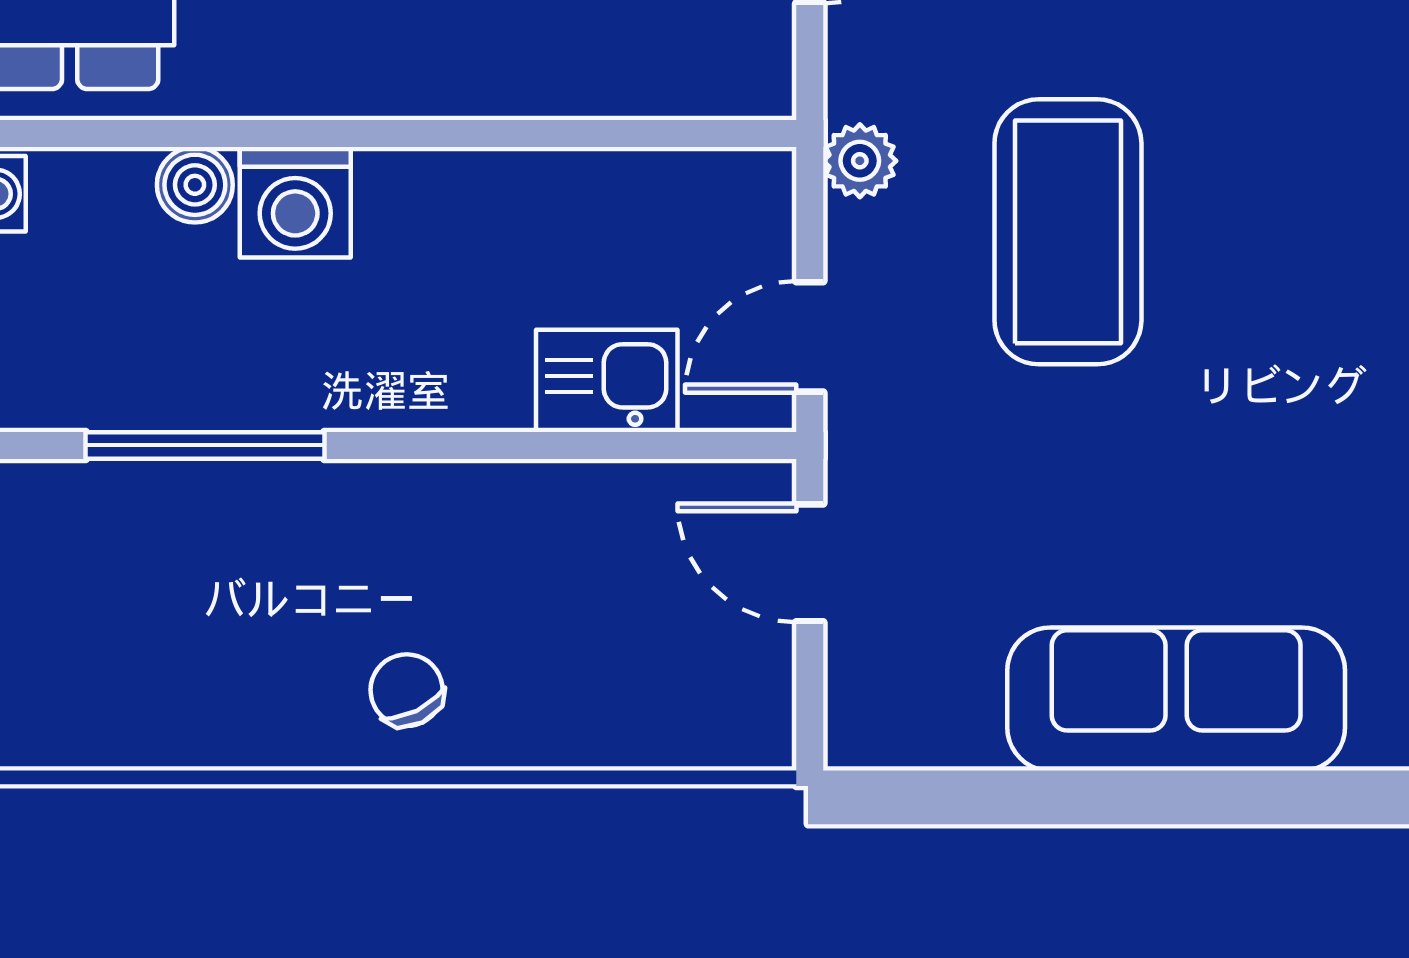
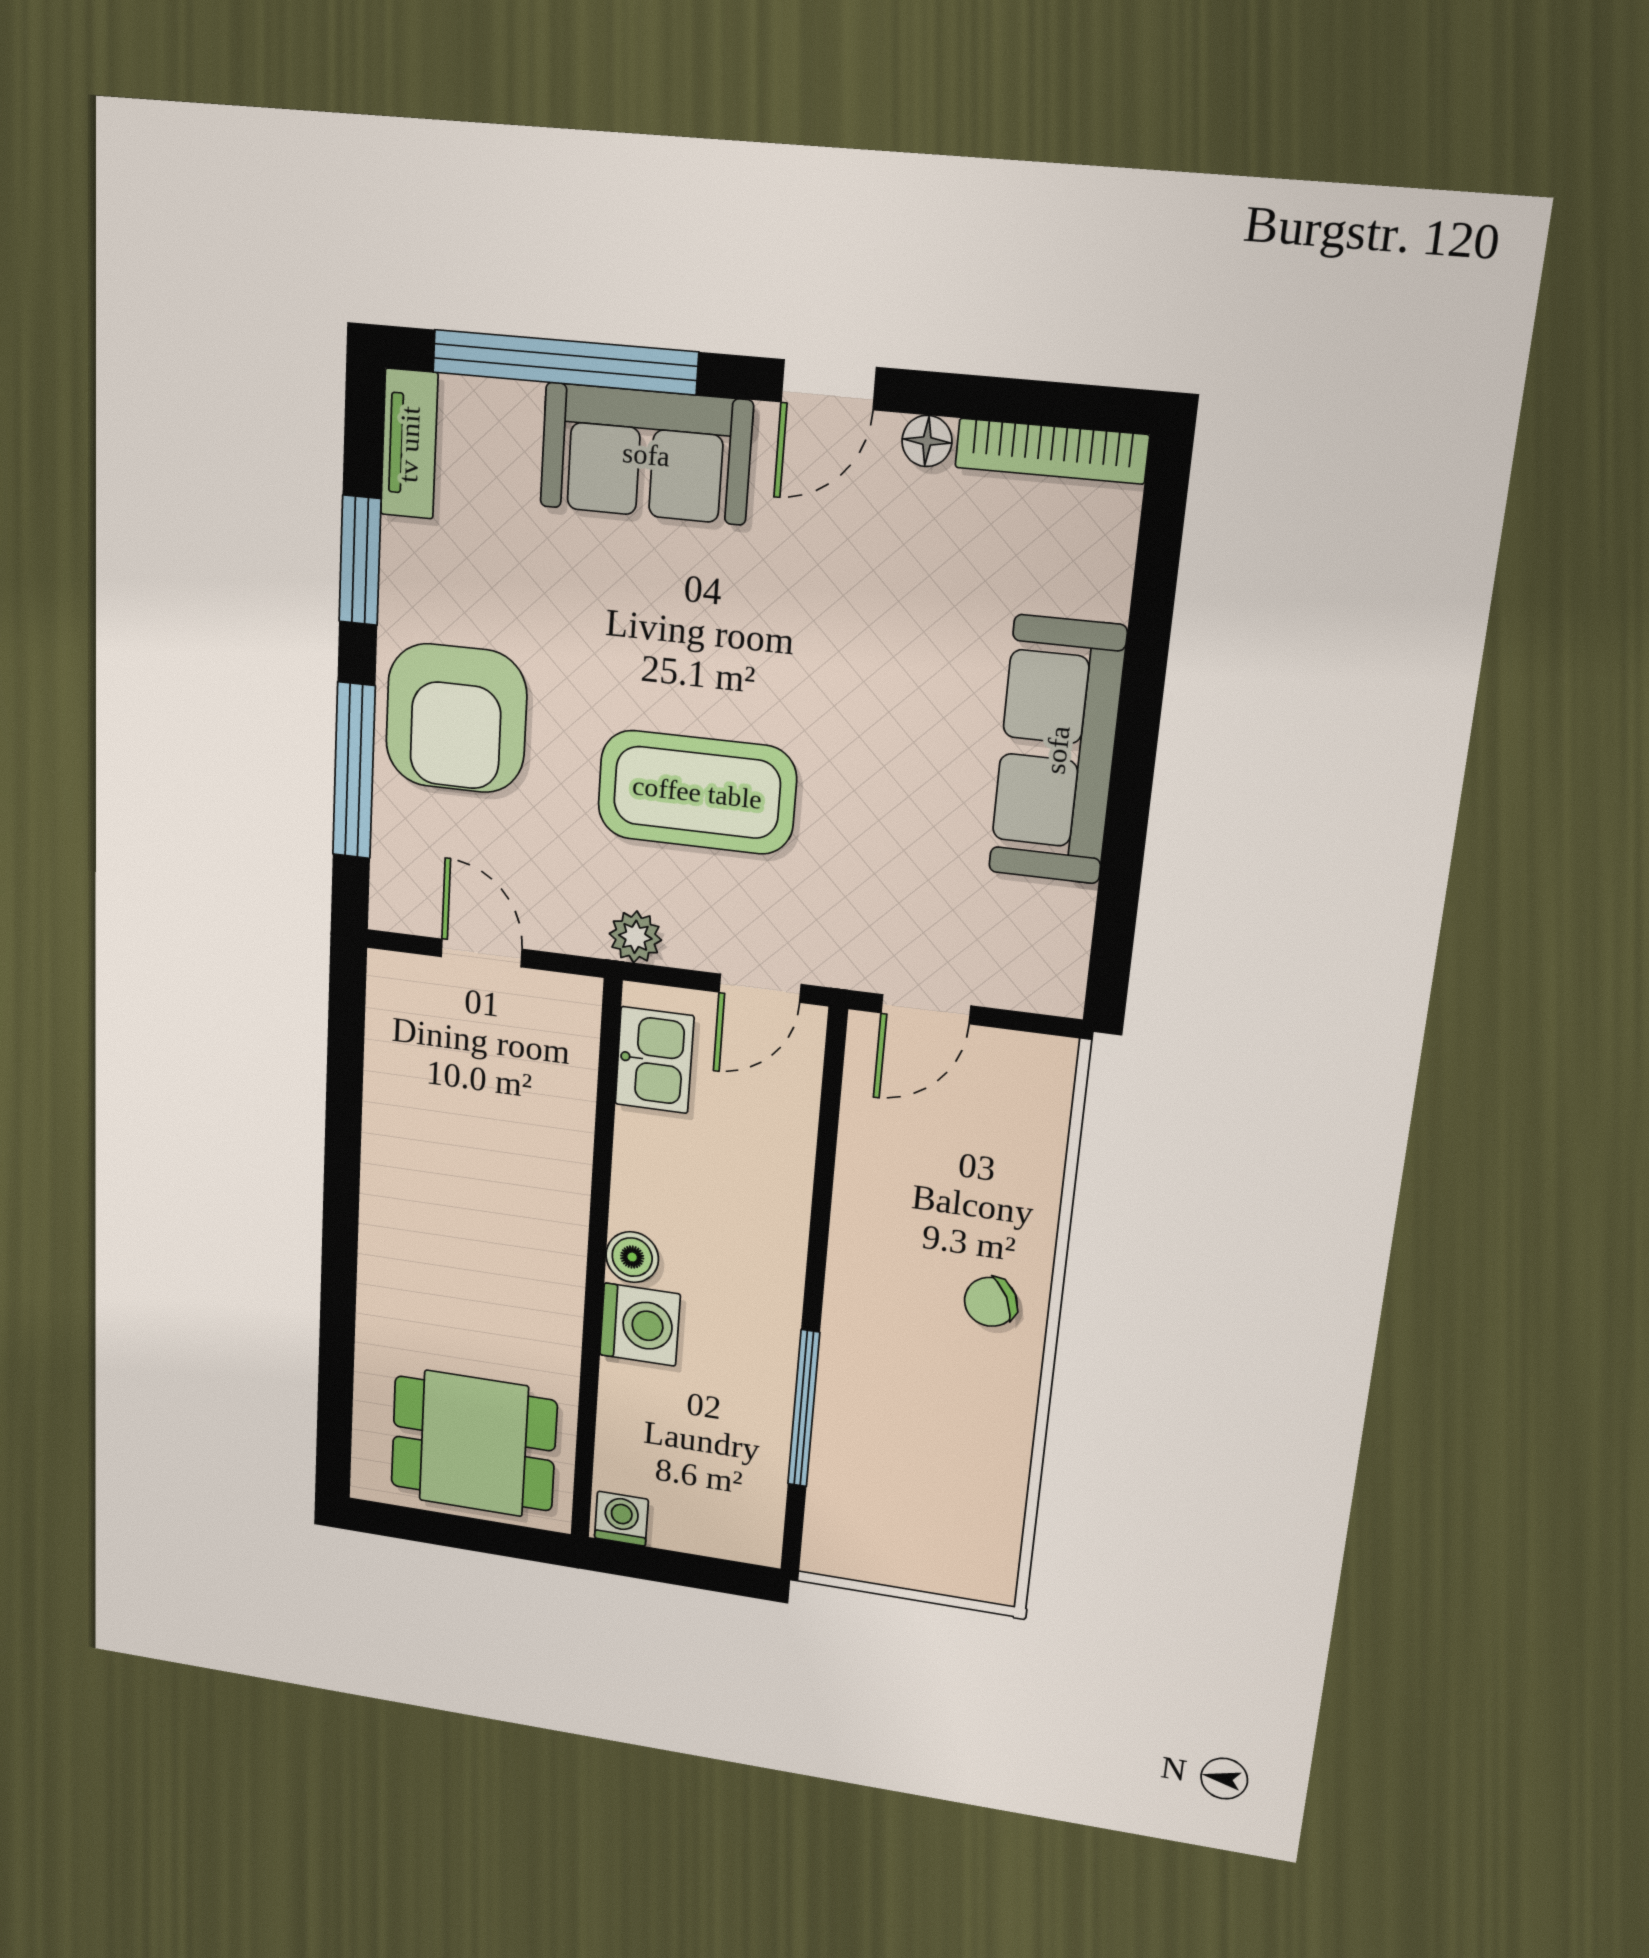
boiler: (195, 185) -> (632, 1257), moved
door: (810, 337) -> (760, 988), hinge flipped
kitchen sink: (607, 381) -> (654, 1060), moved, turned 180

